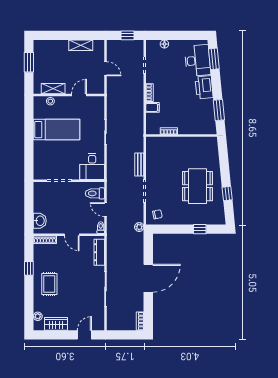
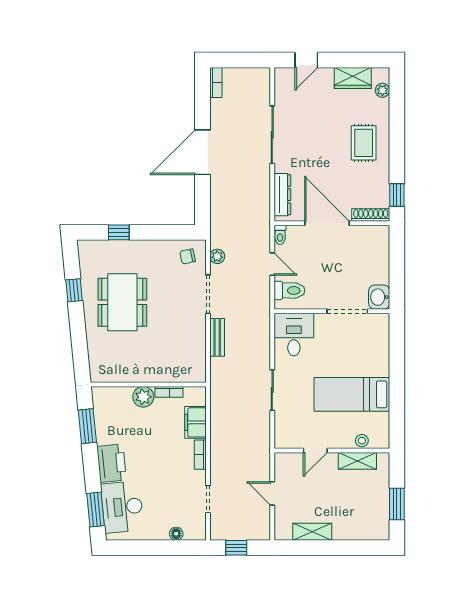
filing cabinet: (153, 107) -> (195, 422), width x2.00
plant: (185, 128) -> (143, 397), added
washbasin: (40, 221) -> (379, 297), moved
plant: (139, 227) -> (217, 256), moved
door: (72, 235) -> (327, 223), width x1.87
window: (29, 268) -> (397, 195), moved

